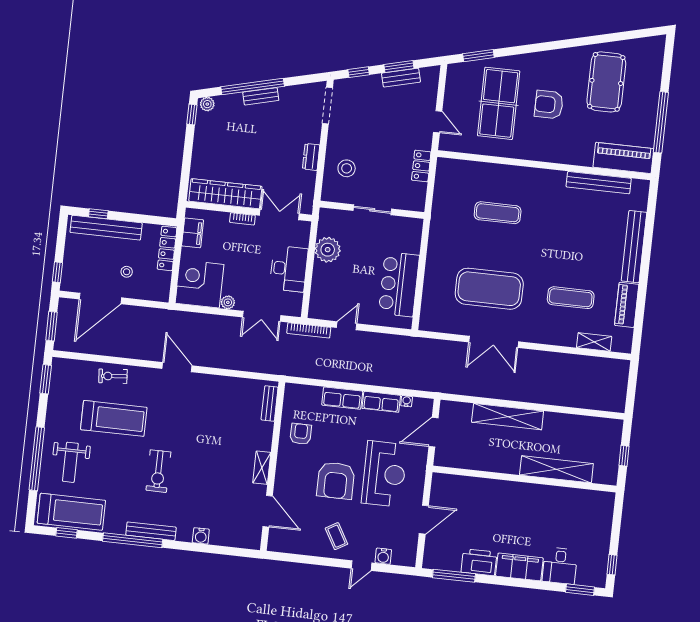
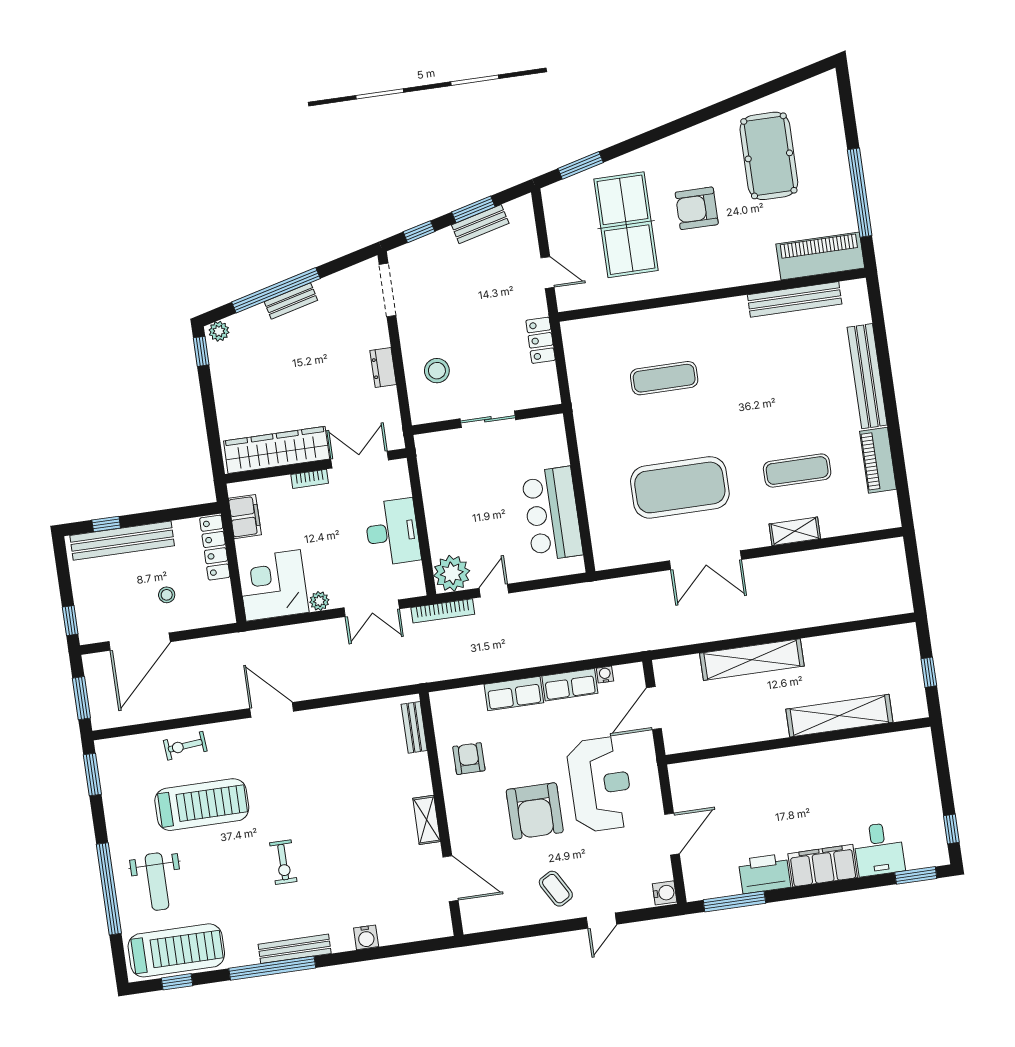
plant: (328, 250) -> (452, 573), moved
shelving: (594, 342) -> (795, 531), moved
exercise bike: (158, 471) -> (283, 862), width x0.73, depth x0.72
water cooler: (383, 556) -> (665, 893), moved, turned -90

